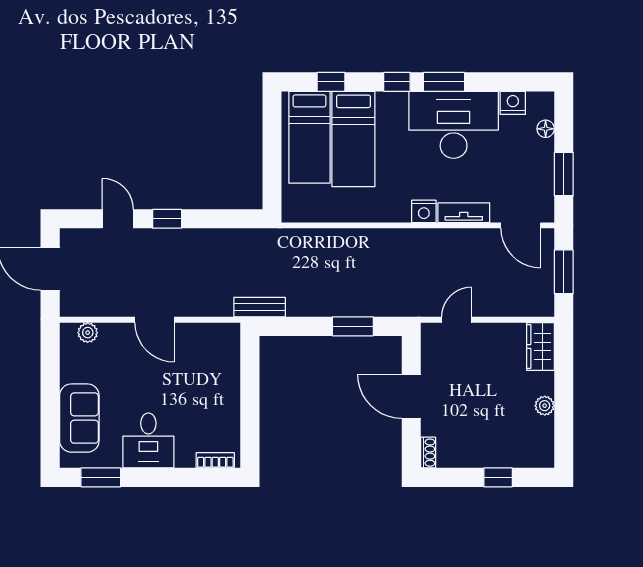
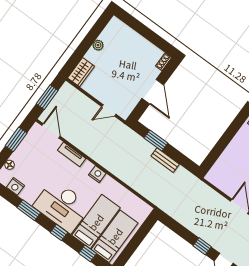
window: (444, 82) -> (29, 210), moved
desk: (454, 125) -> (62, 206), moved
nightstand: (424, 211) -> (97, 174), moved
bench: (260, 307) -> (165, 160), moved
window: (498, 477) -> (141, 29), removed

